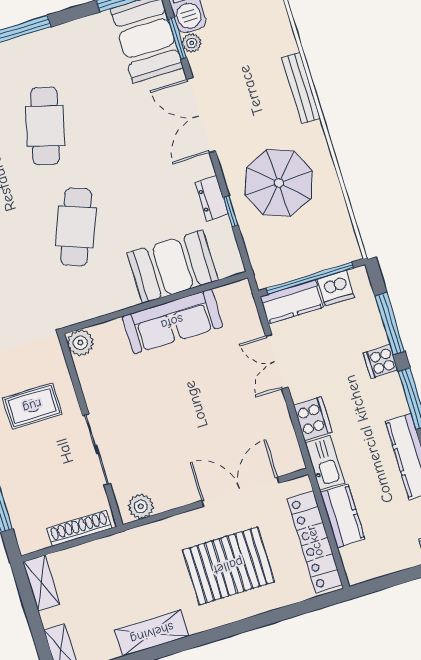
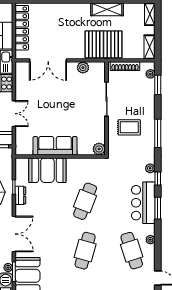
plant: (141, 506) -> (83, 68), moved
plant: (23, 529) -> (150, 74), added
pallet: (228, 566) -> (103, 44), moved

